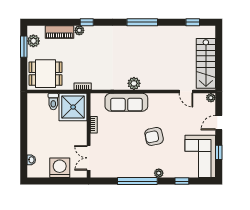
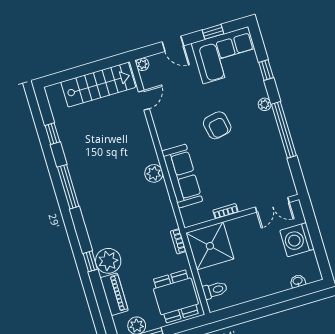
window: (193, 22) -> (52, 134), moved
plant: (79, 30) -> (108, 261), width x1.87, depth x1.87
toilet: (53, 102) -> (215, 290), moved

